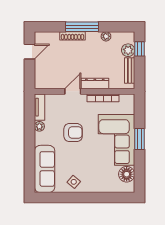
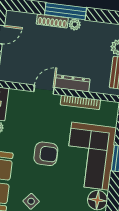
plant: (106, 36) -> (75, 24), moved
armchair: (73, 133) -> (46, 154), moved

